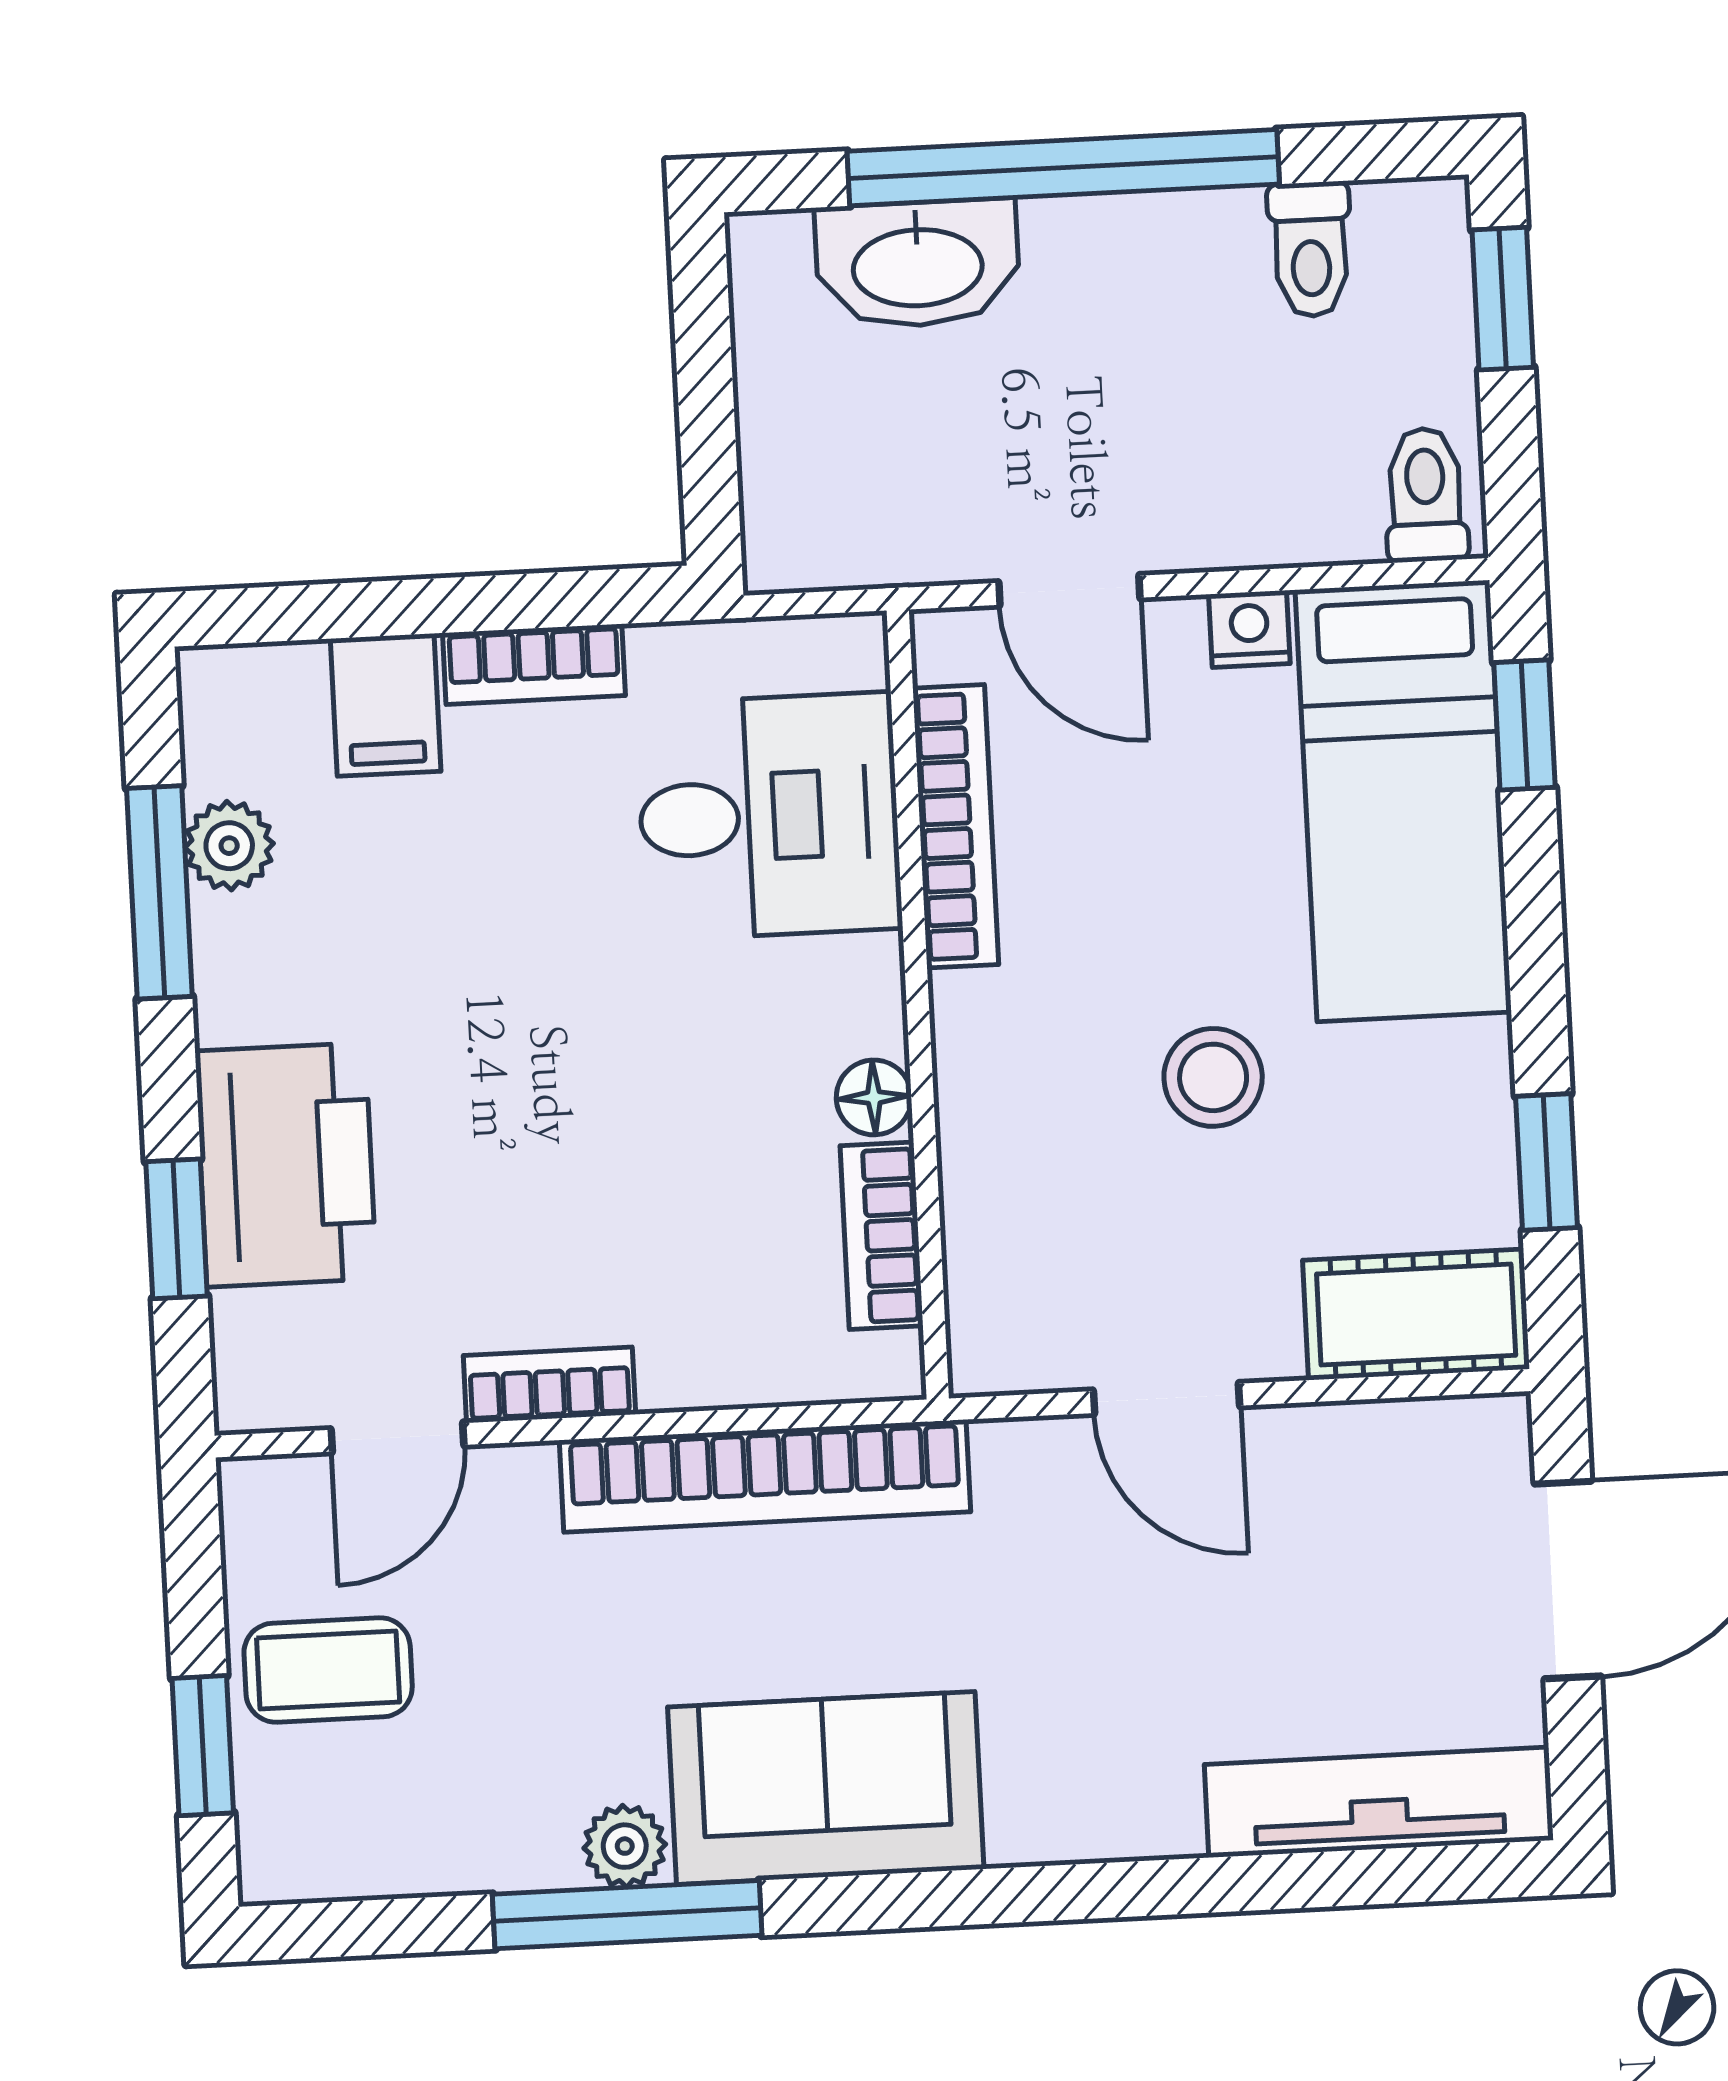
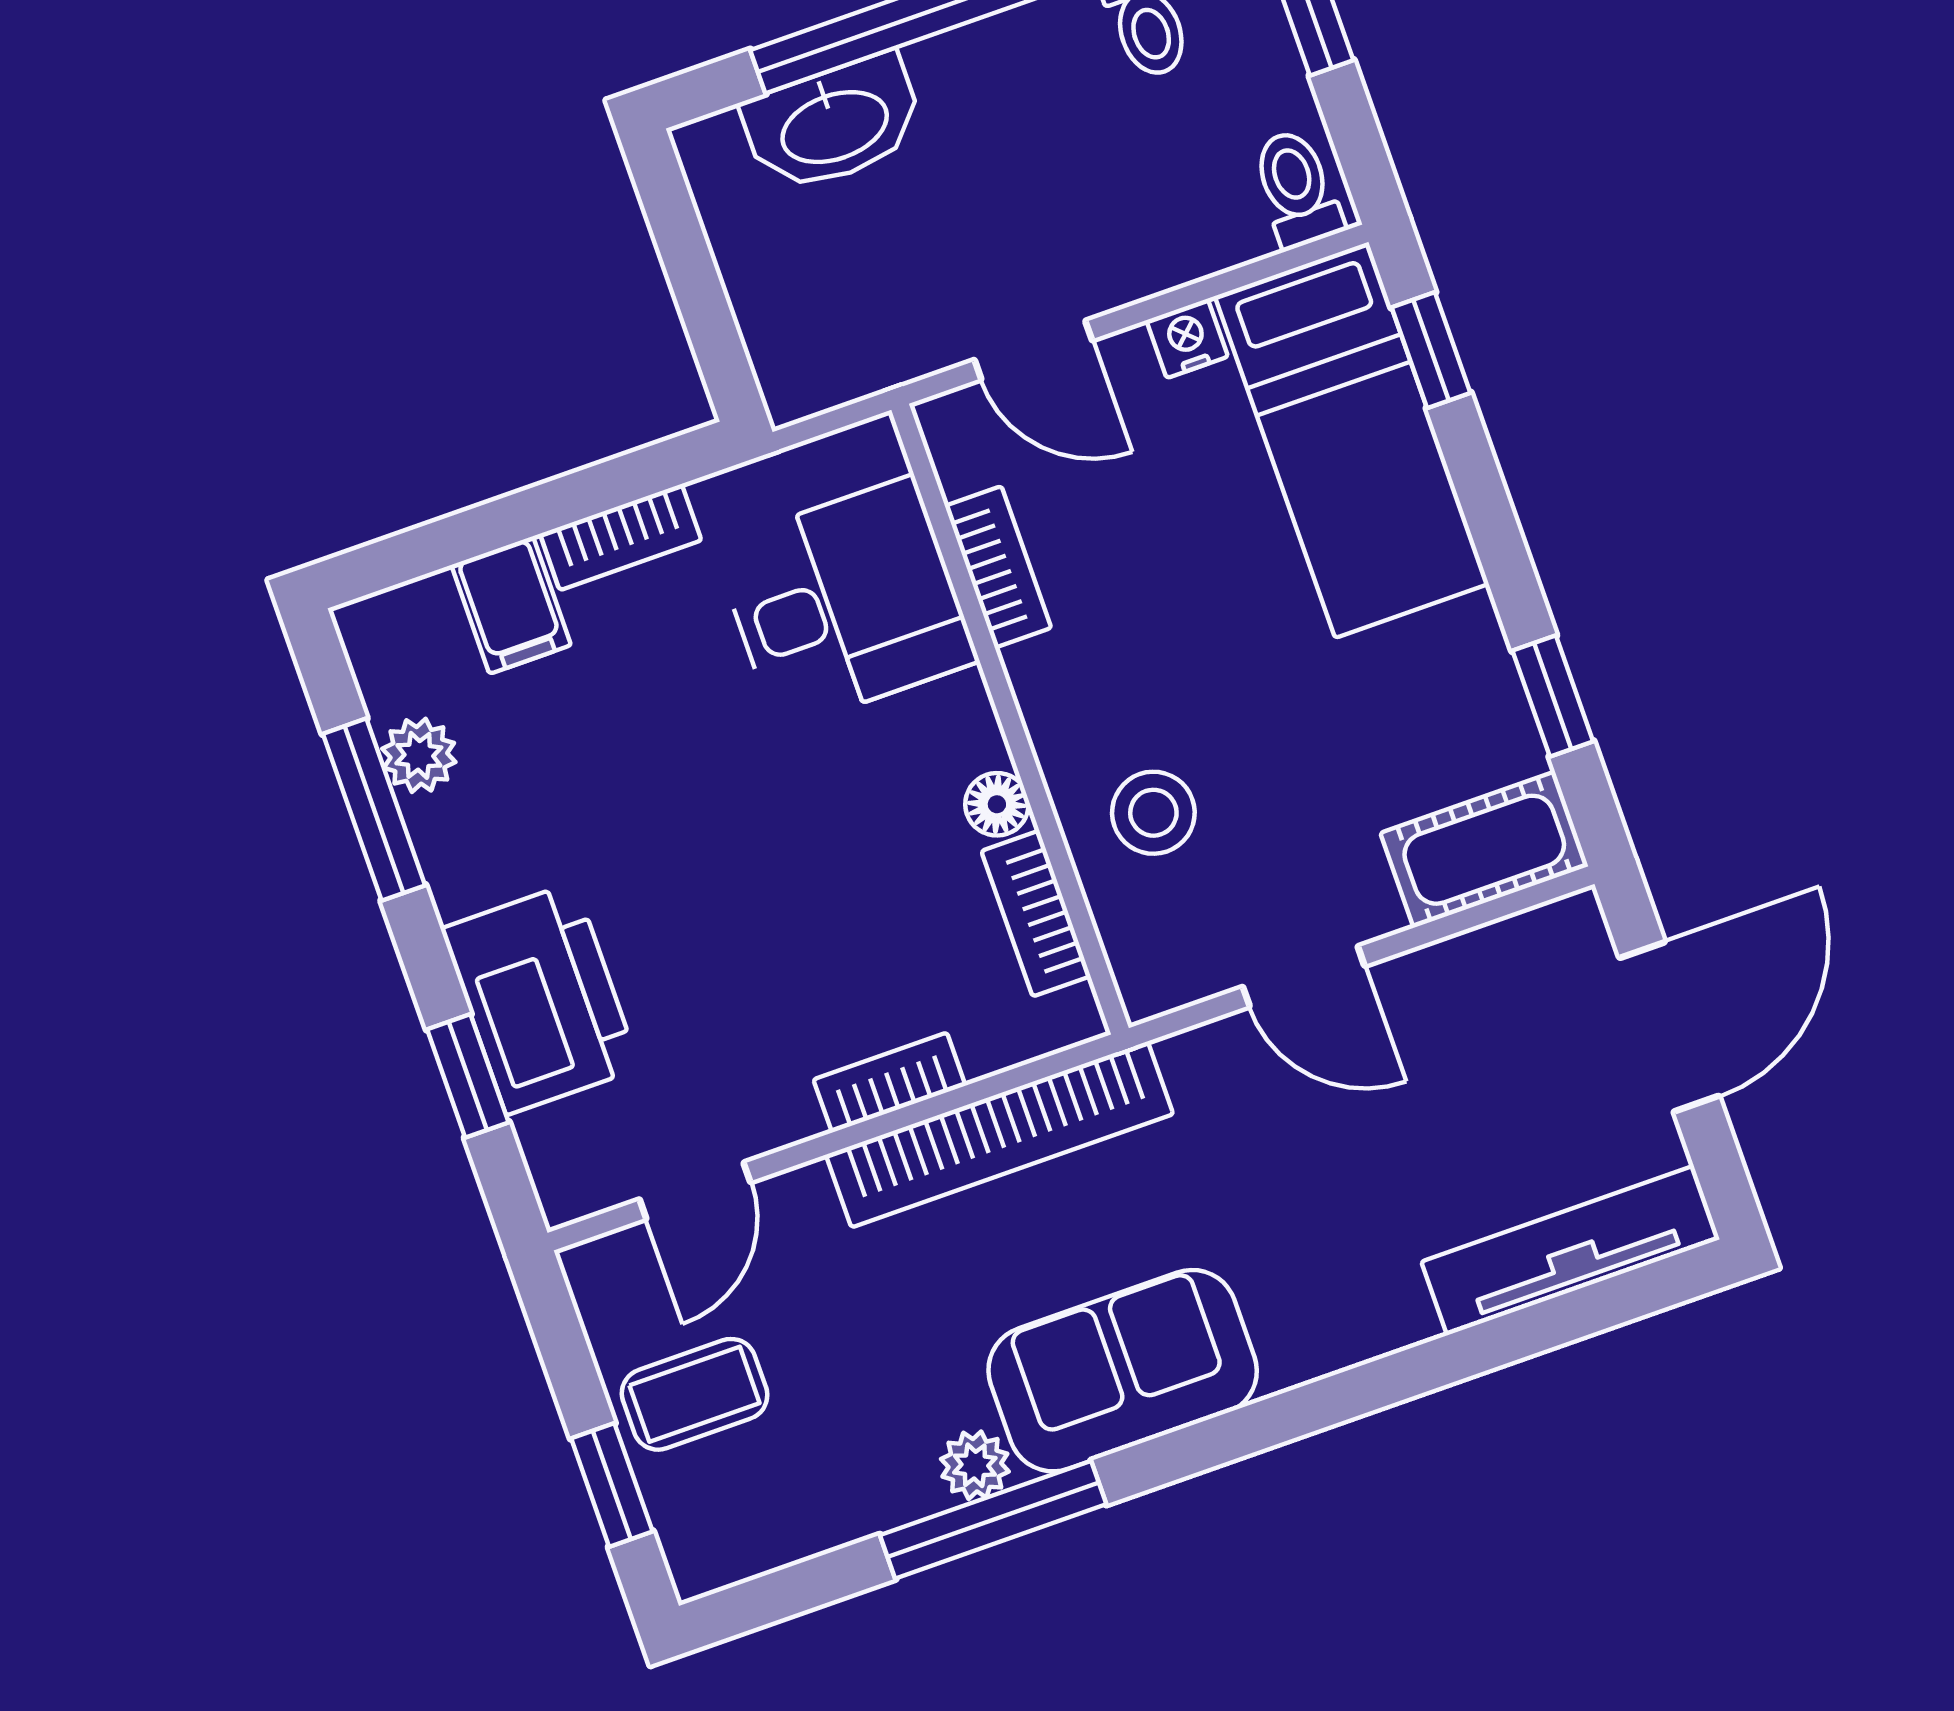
bookcase: (956, 826) -> (998, 567), width x0.64
stool: (1213, 1077) -> (1153, 813), moved
bookcase: (549, 1385) -> (889, 1083), moved

